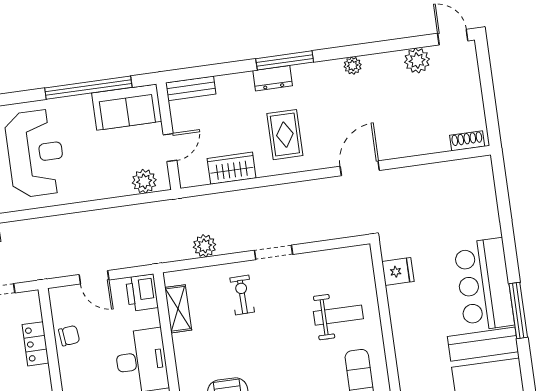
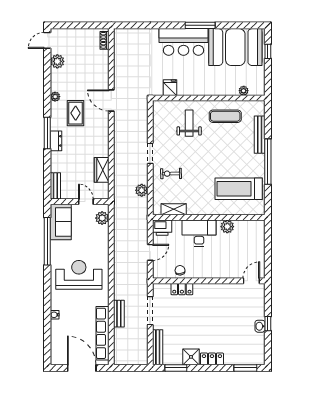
rug: (285, 135) -> (76, 113), moved, turned 90

